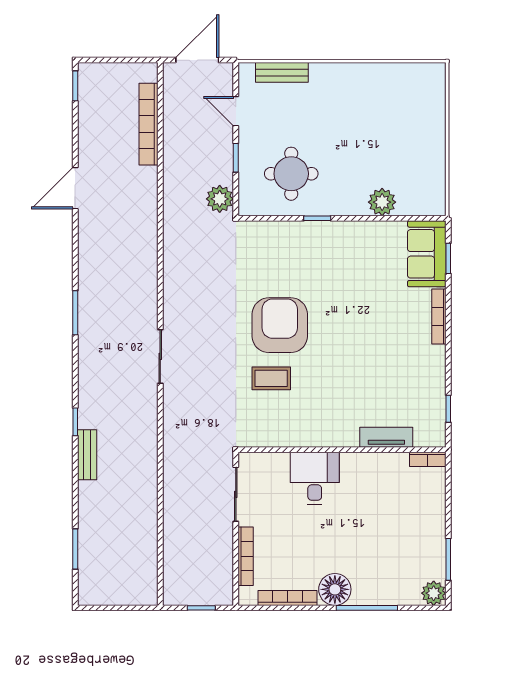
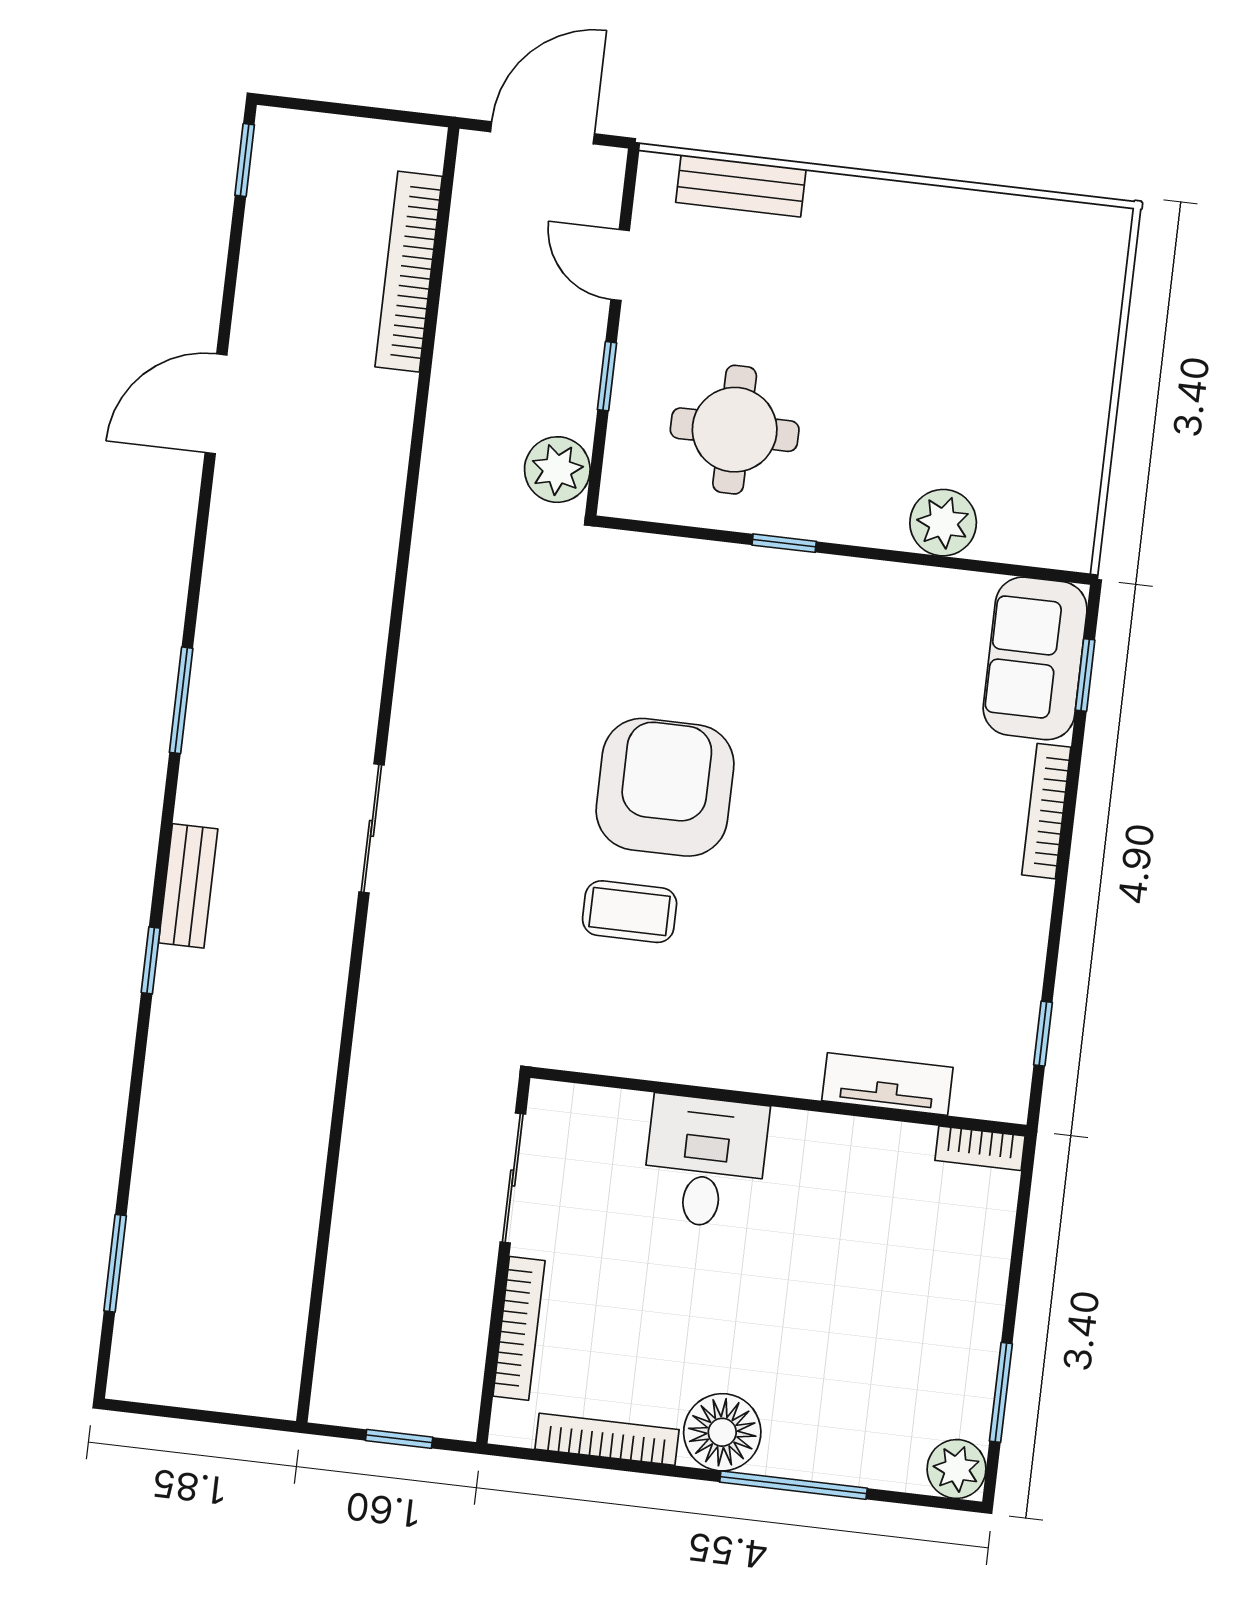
bench: (87, 455) -> (188, 886), moved

